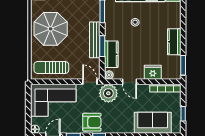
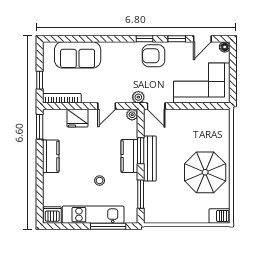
kitchen counter: (111, 54) -> (129, 156), moved
sun lounger: (51, 67) -> (204, 124), removed
door: (129, 82) -> (107, 106), swing flipped
plant: (108, 93) -> (138, 97), width x0.53, depth x0.53
window: (183, 114) -> (40, 80), moved

